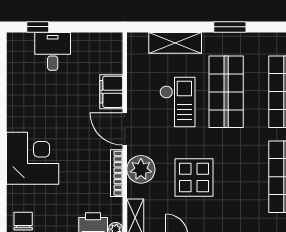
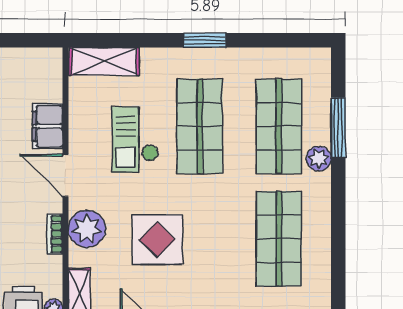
shelving: (175, 43) -> (104, 61), moved
checkout: (177, 102) -> (135, 140), turned 180
bookcase: (117, 173) -> (55, 234), width x0.64

